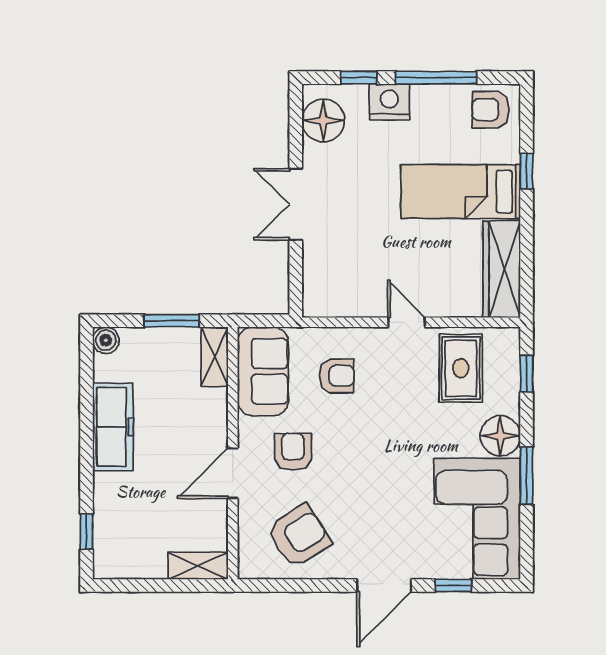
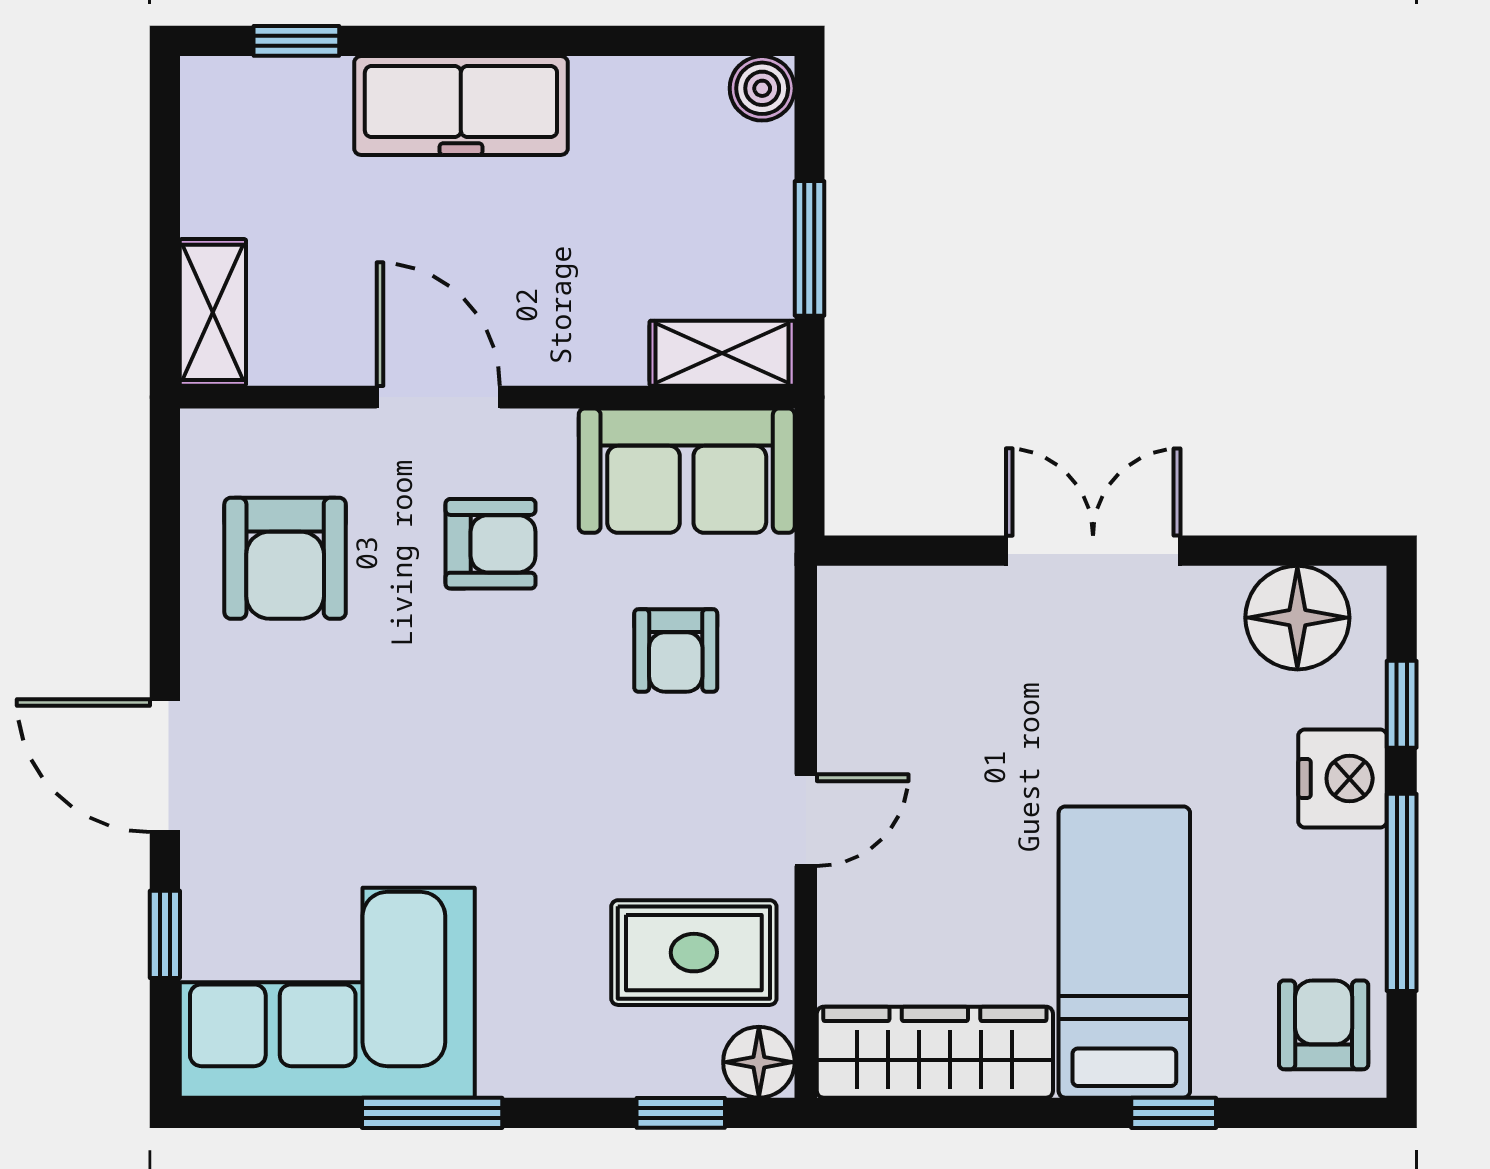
freezer: (113, 427) -> (461, 106), moved
floor lamp: (500, 436) -> (759, 1062), moved, width x0.73, depth x0.73
armchair: (299, 536) -> (285, 558), turned 33

